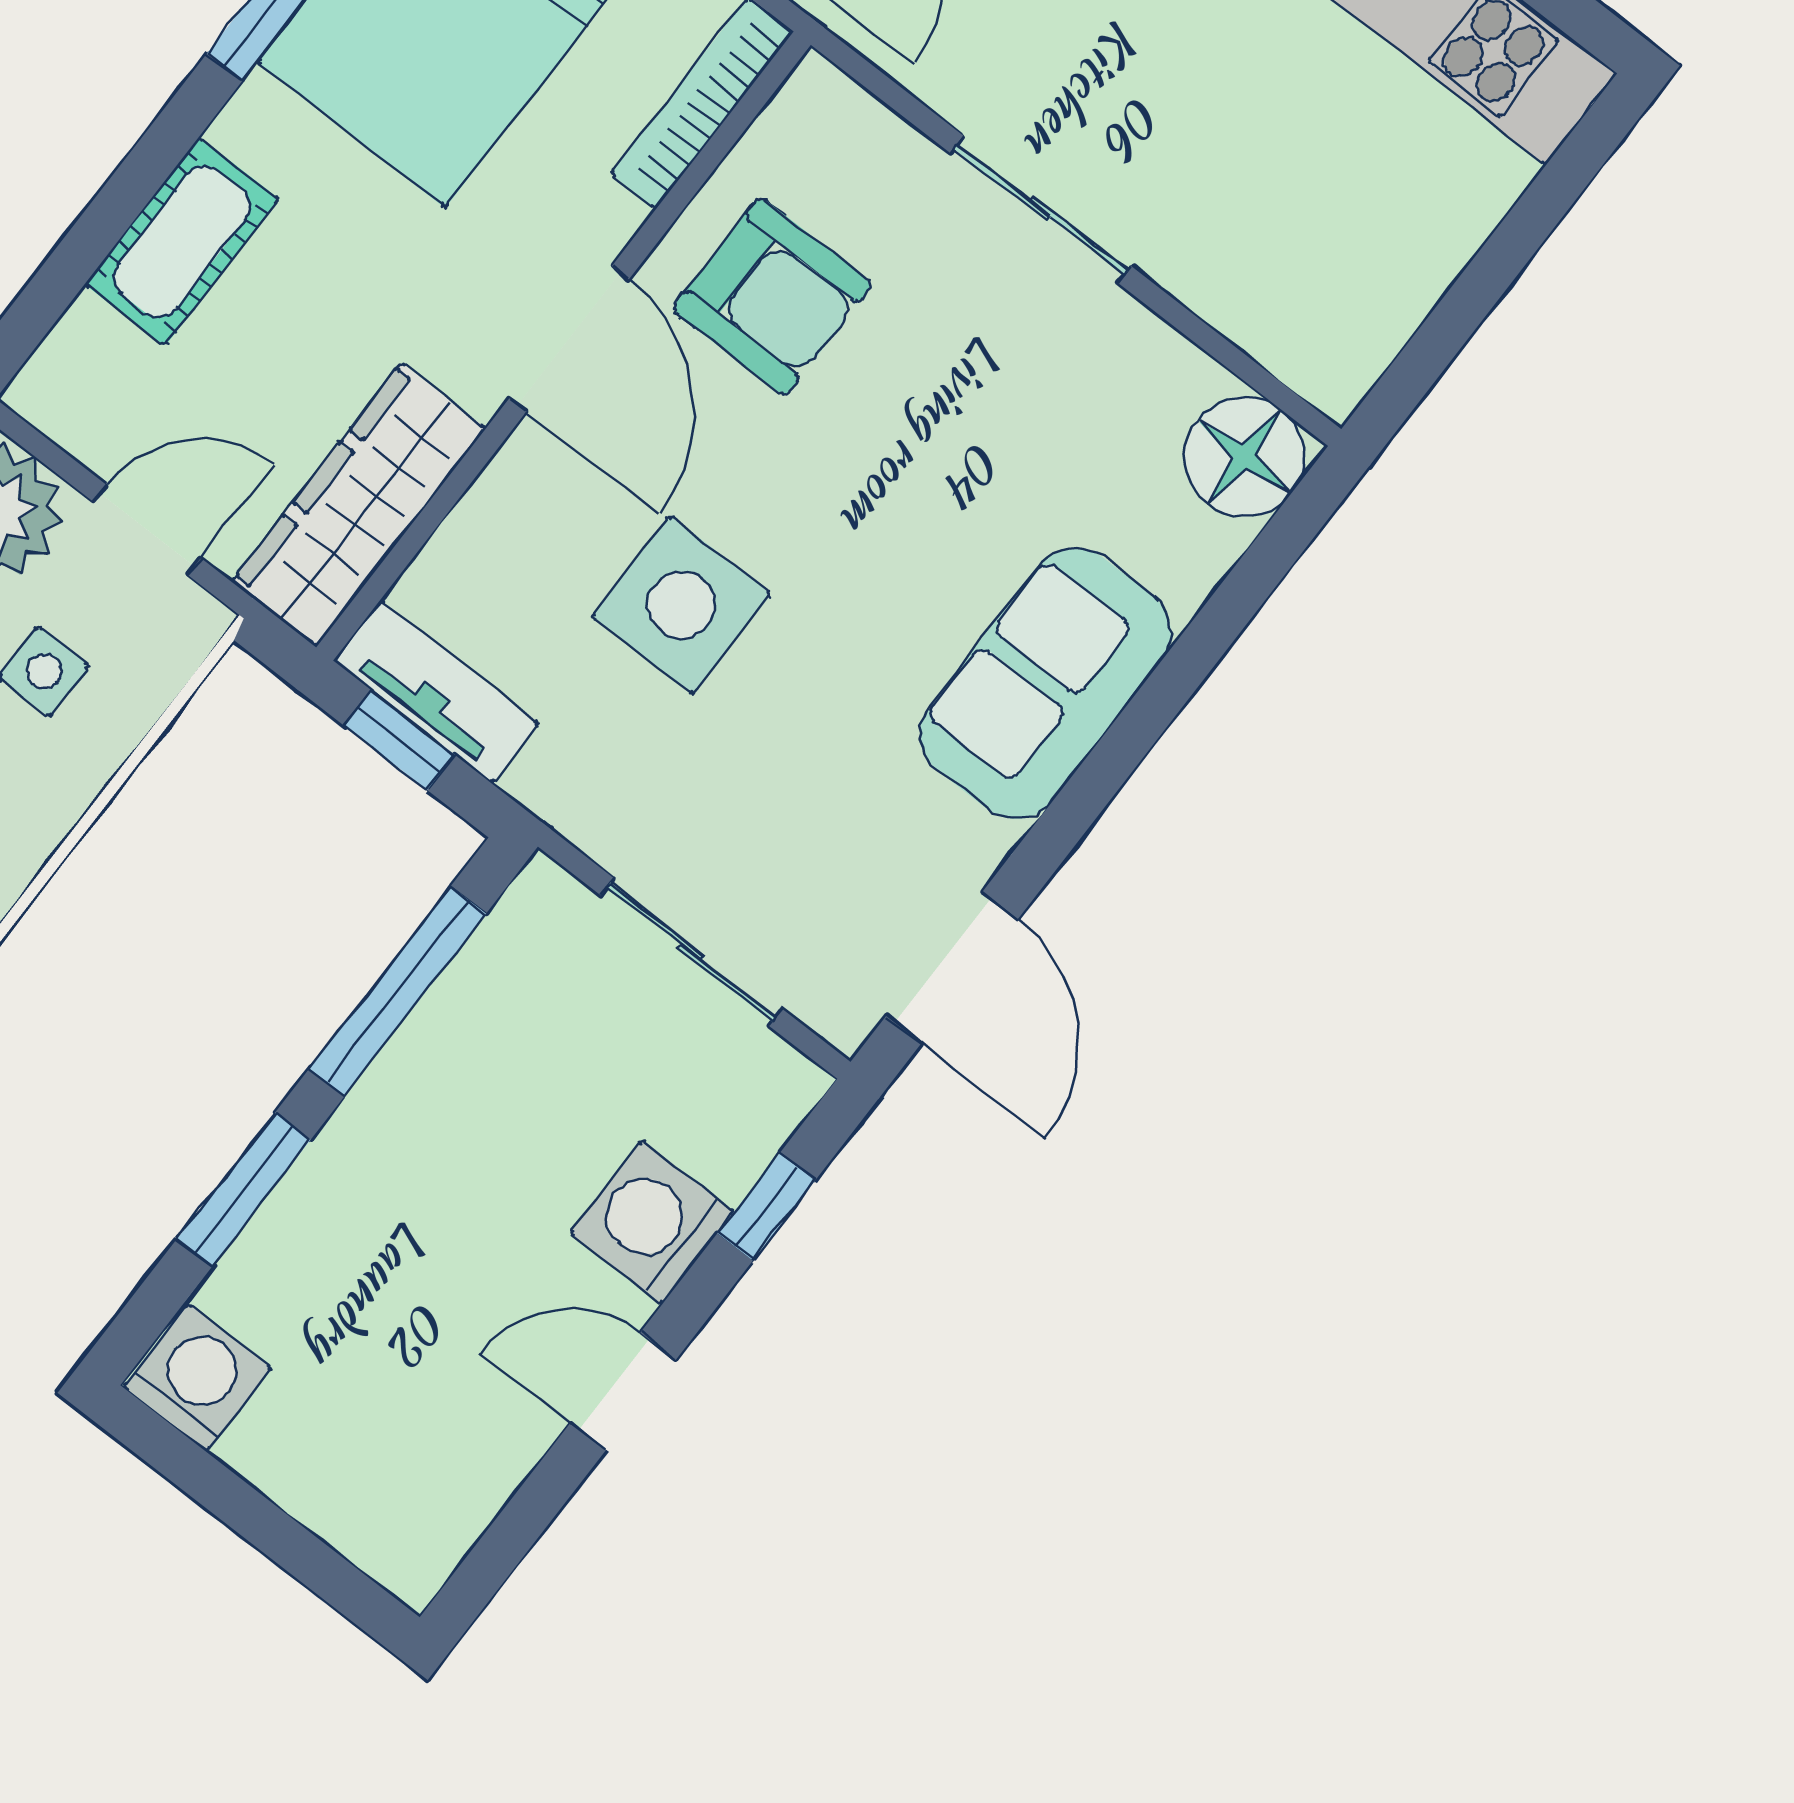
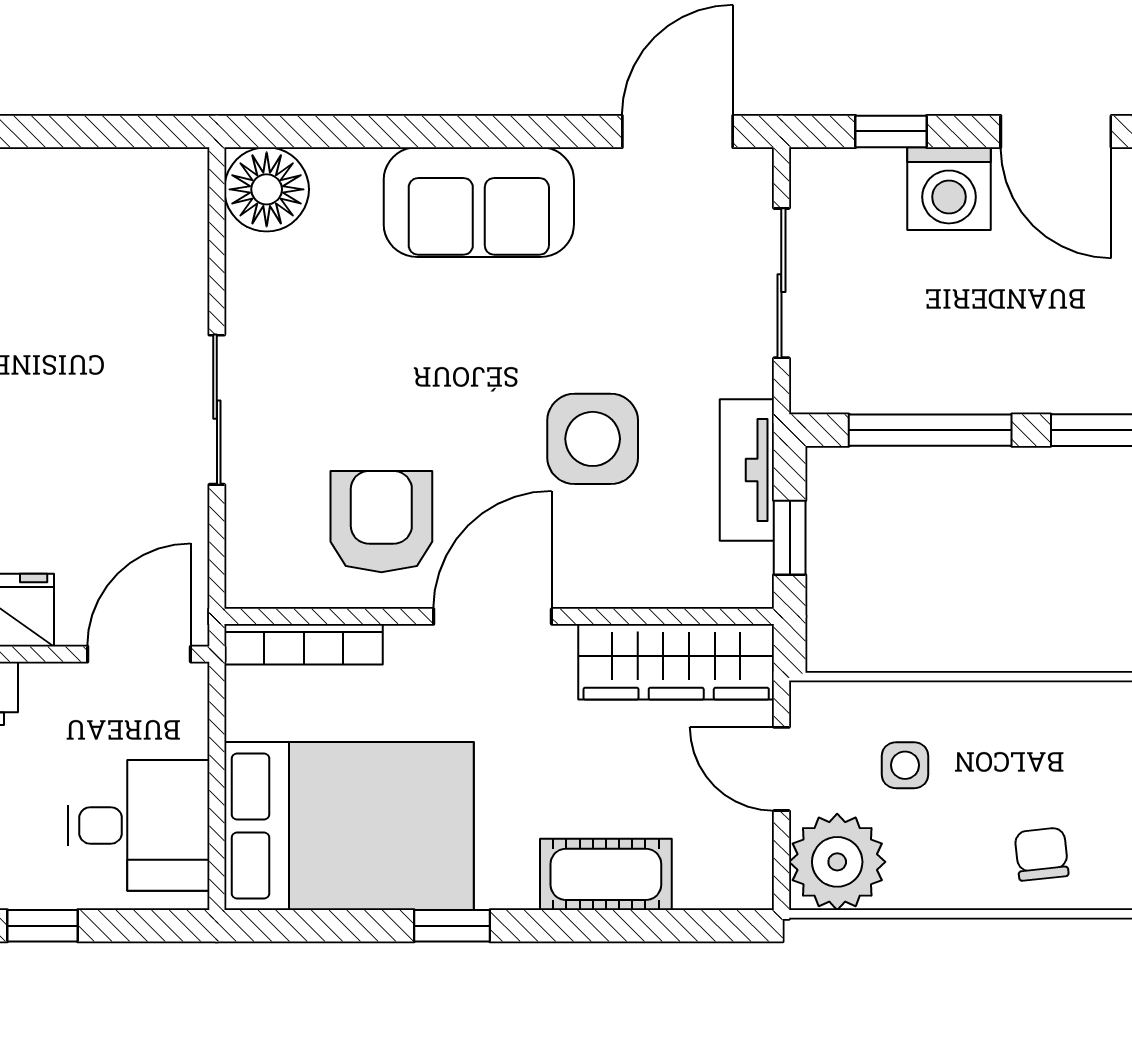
tv unit: (436, 692) -> (747, 470), moved
door: (623, 1392) -> (1056, 131), width x1.38

